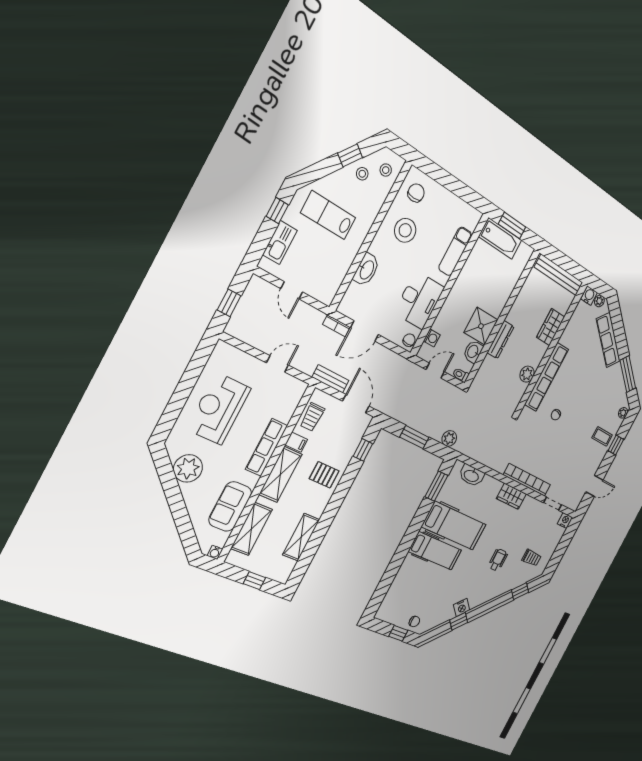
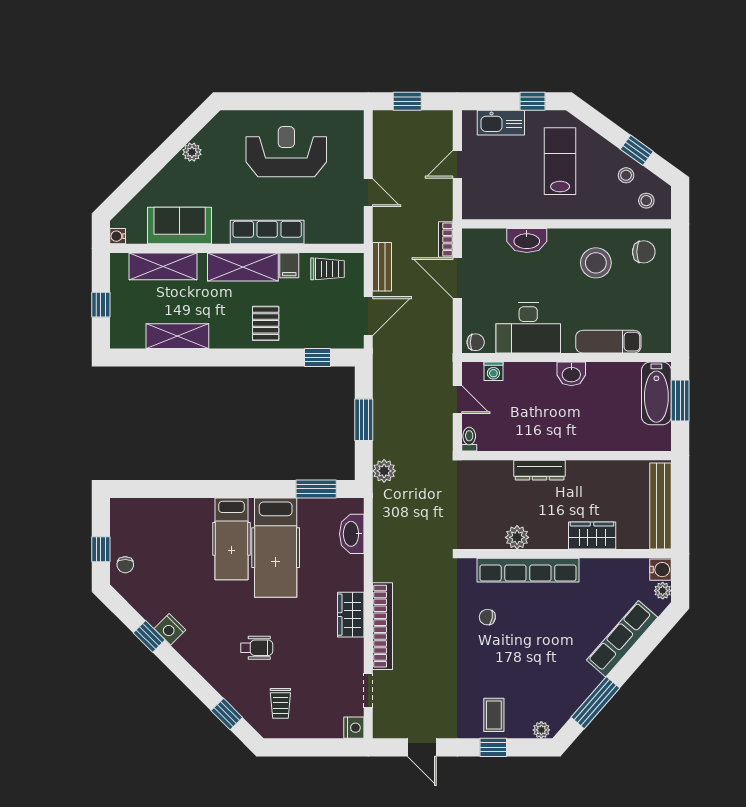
shower: (481, 326) -> (541, 431), removed
washbasin: (473, 352) -> (571, 374), moved, turned 180
trolley: (312, 417) -> (328, 269), turned 180
plant: (188, 468) -> (192, 152), width x0.53, depth x0.53

